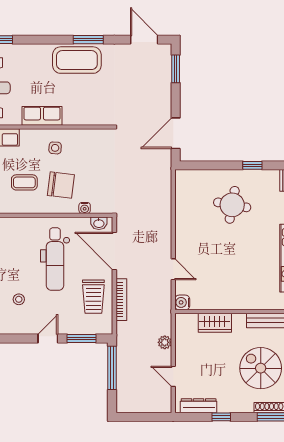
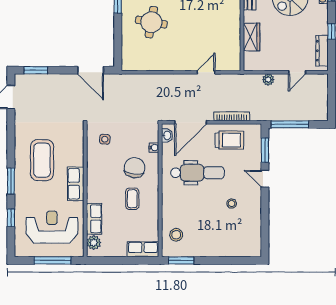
window: (88, 40) -> (11, 181), moved
coffee table: (77, 60) -> (42, 160), moved
side table: (55, 148) -> (105, 139), moved
water cooler: (182, 302) -> (234, 65), removed

